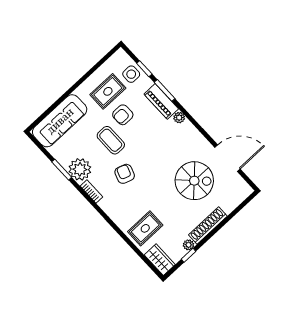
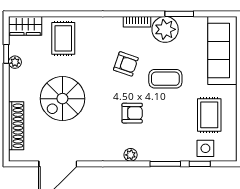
piano: (161, 101) -> (158, 152), removed
armchair: (123, 115) -> (132, 113), moved, turned 90
spiral stairs: (194, 181) -> (62, 99), moved
shoe rack: (208, 226) -> (16, 126), moved

